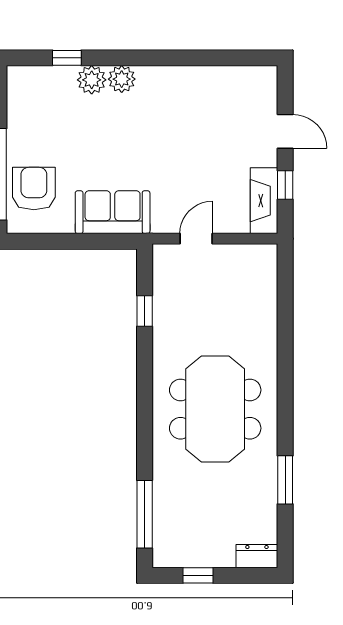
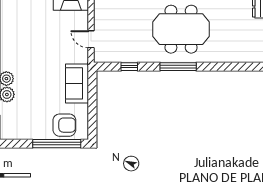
armchair: (34, 189) -> (64, 125), turned 180
window: (145, 514) -> (178, 67), moved

